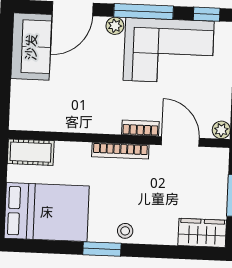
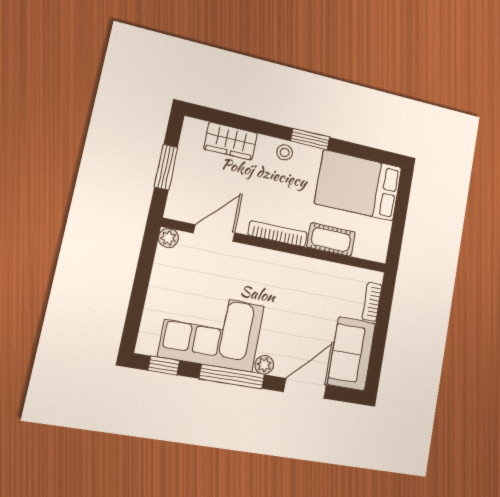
bookcase: (140, 128) -> (372, 302), moved, turned 90
door: (180, 142) -> (214, 233), swing flipped
cot: (31, 152) -> (331, 240), moved
wardrobe: (202, 233) -> (231, 141), moved

